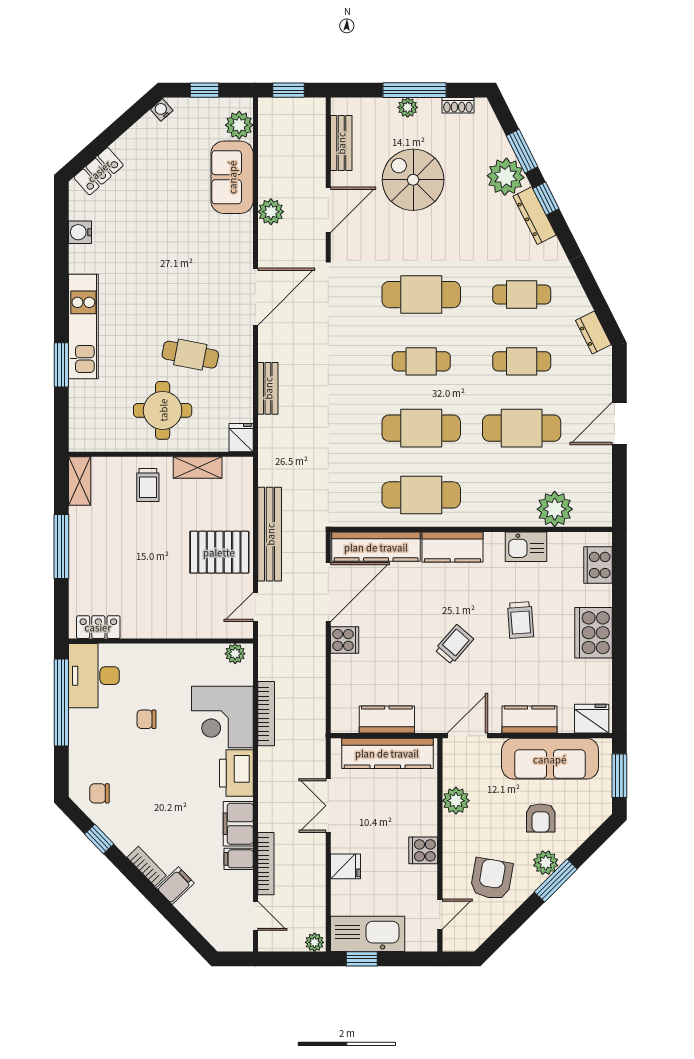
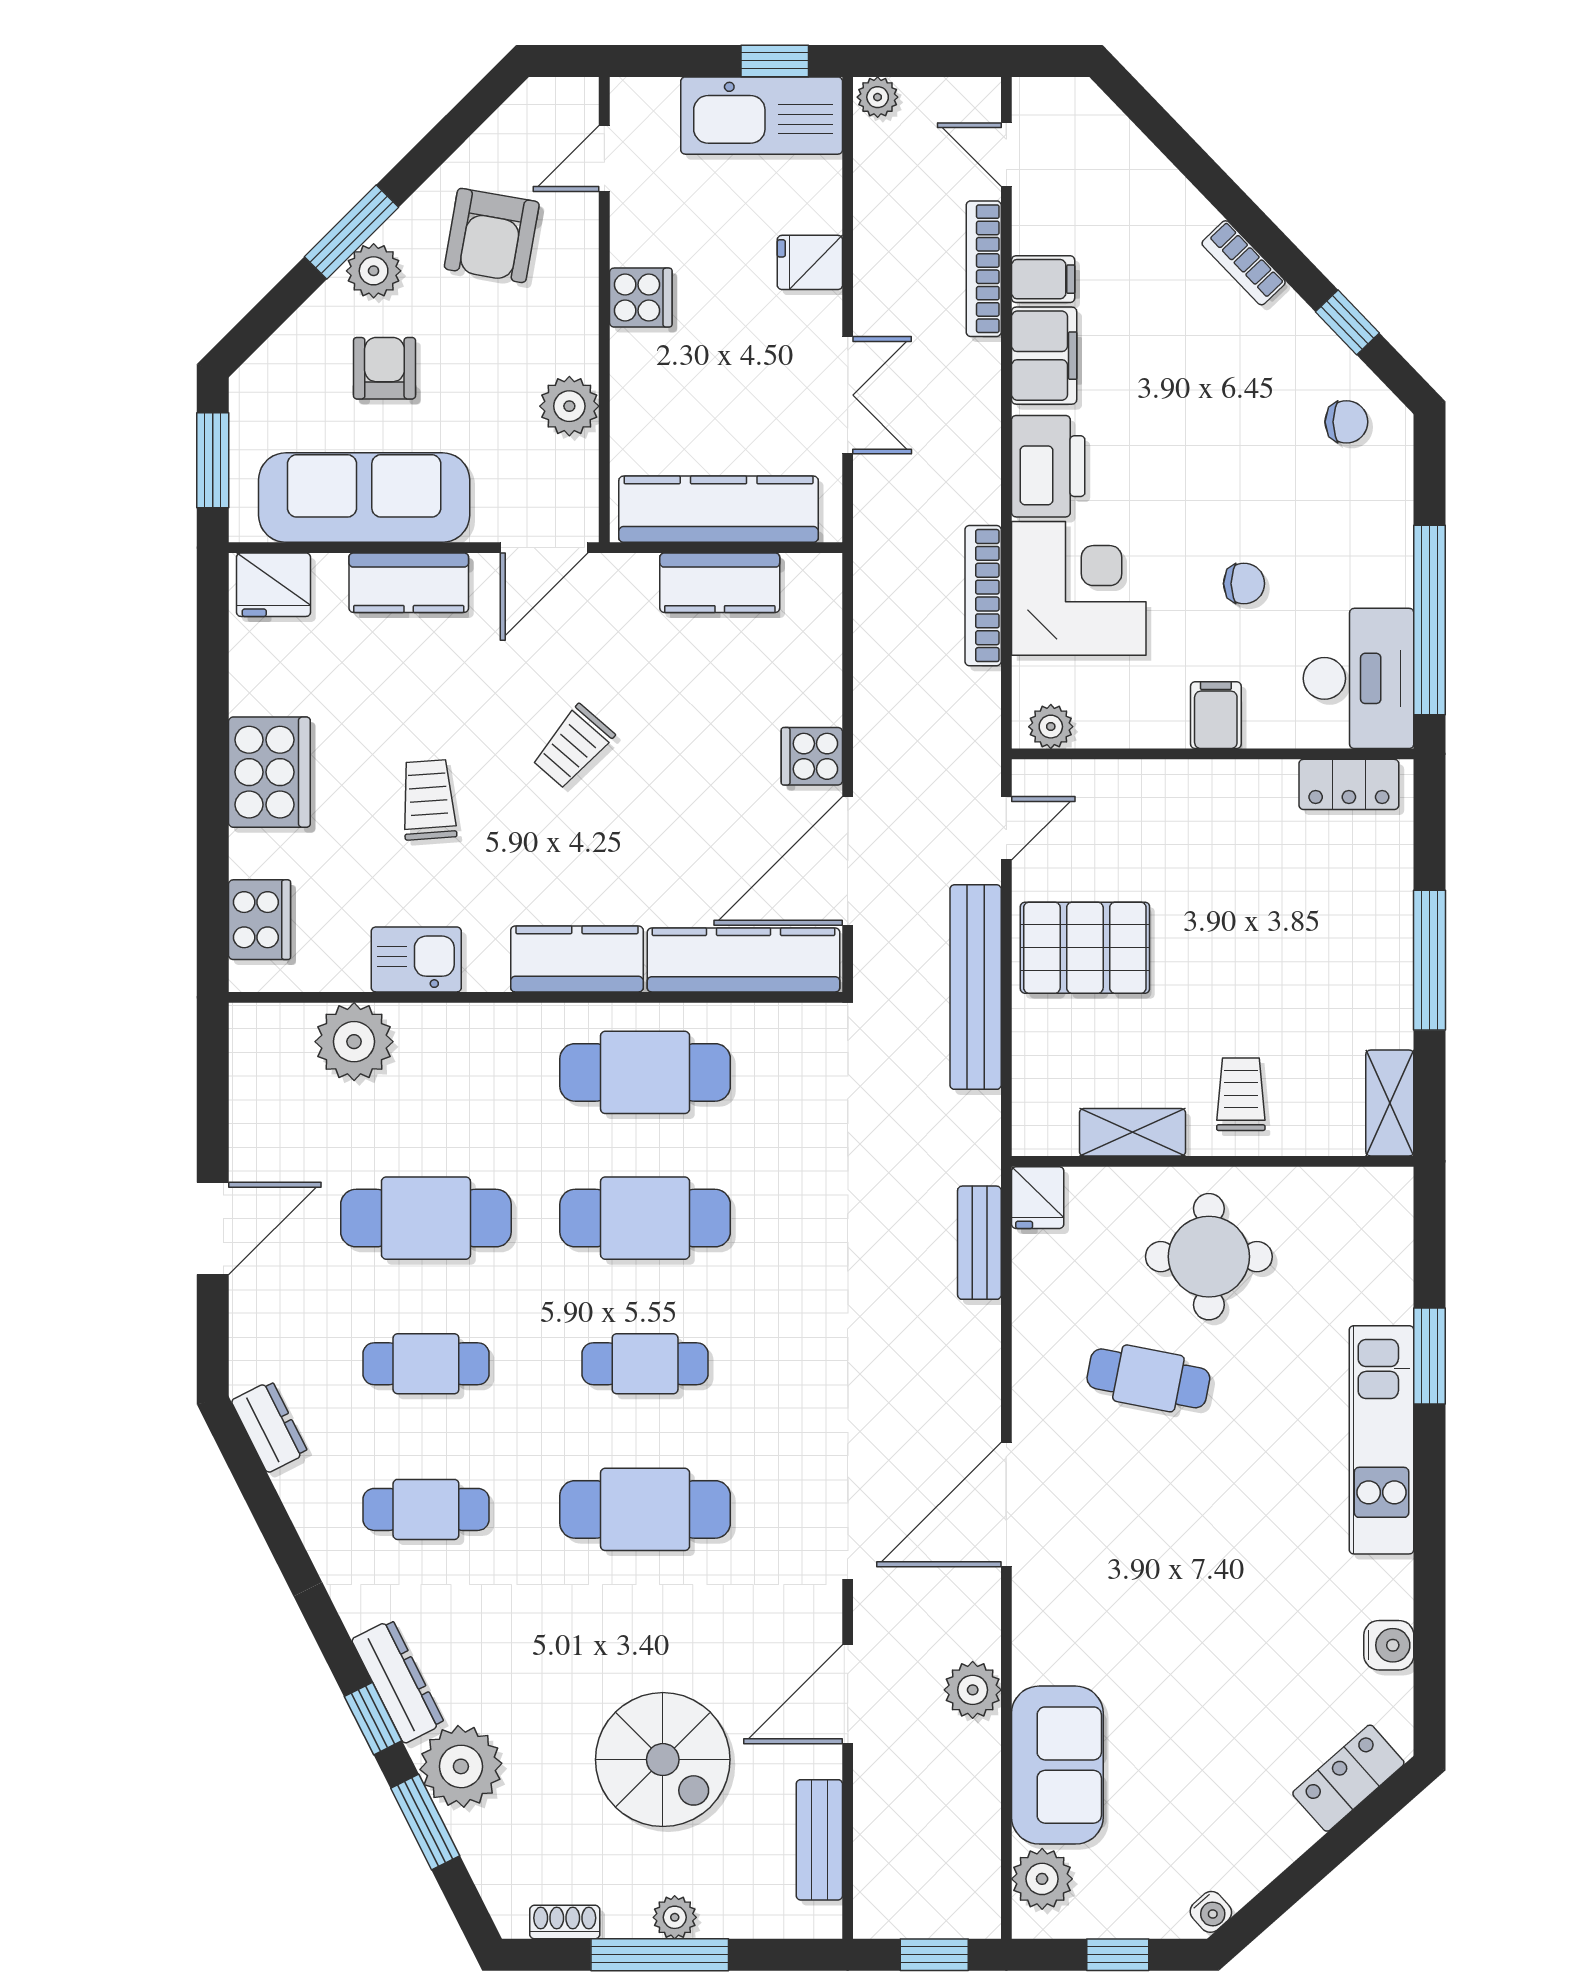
bench: (268, 388) -> (979, 1243), moved
filing cabinet: (175, 886) -> (1216, 715), moved, turned 134

